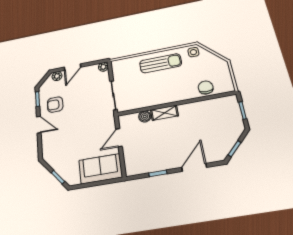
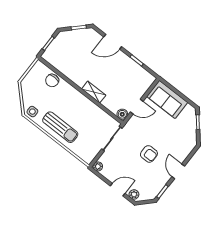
sun lounger: (161, 63) -> (60, 127), turned 180
armchair: (55, 105) -> (149, 154), moved
boiler: (145, 116) -> (122, 114), moved

